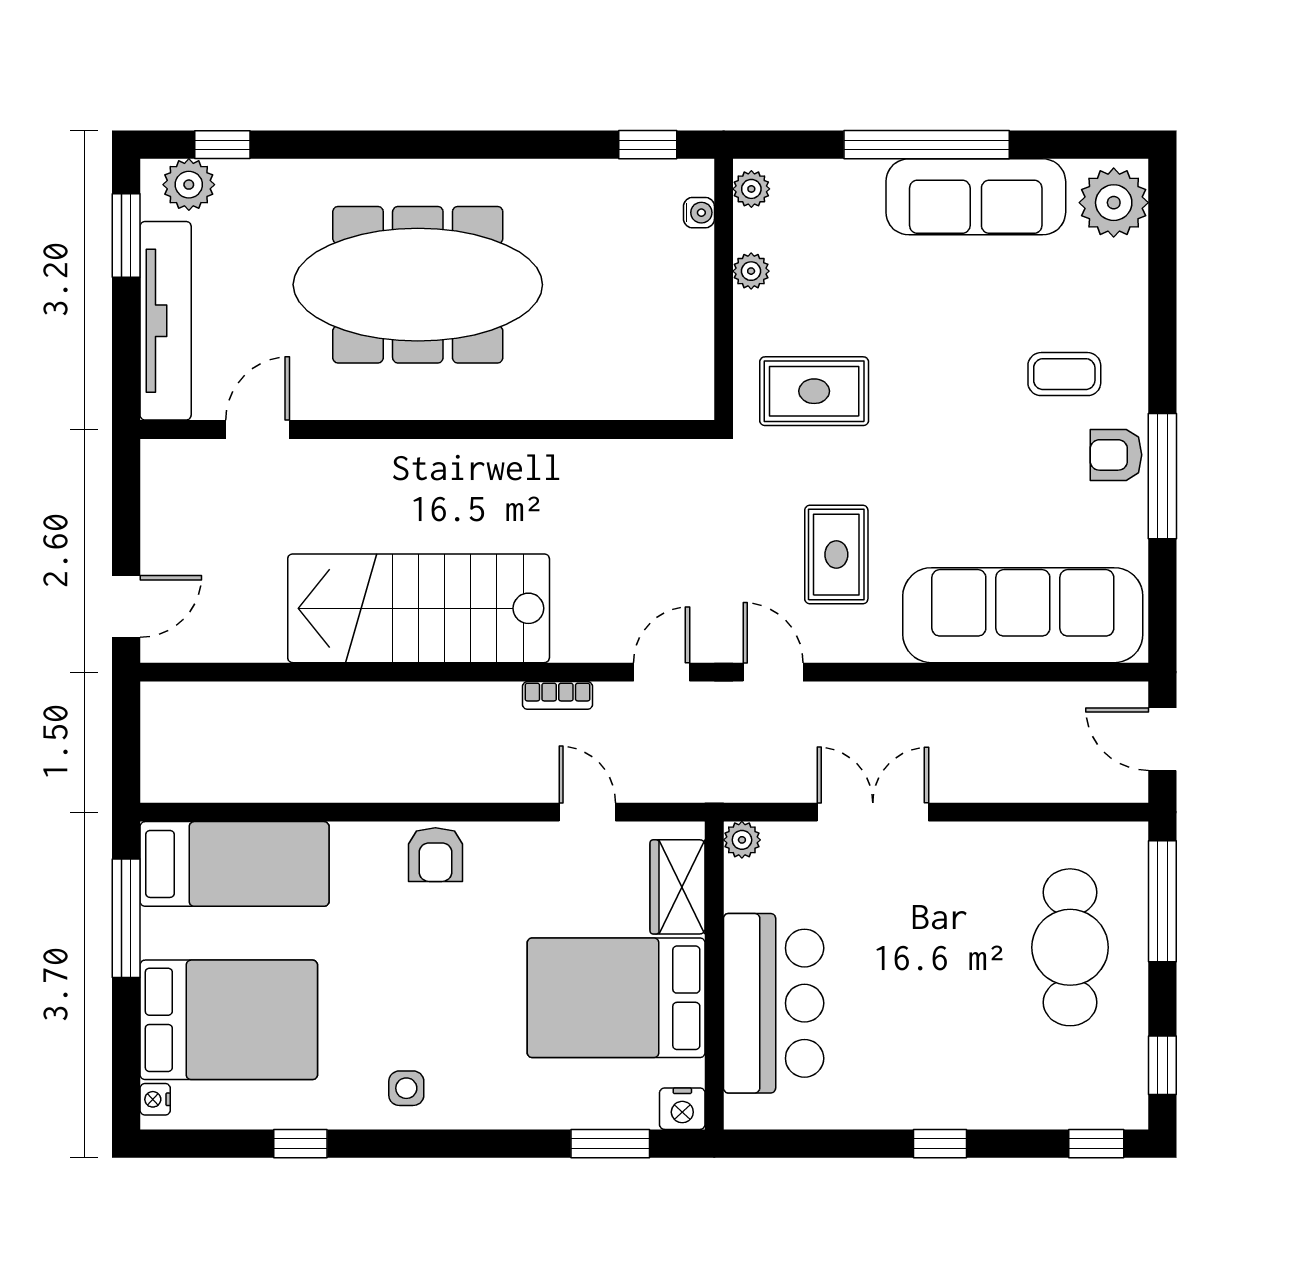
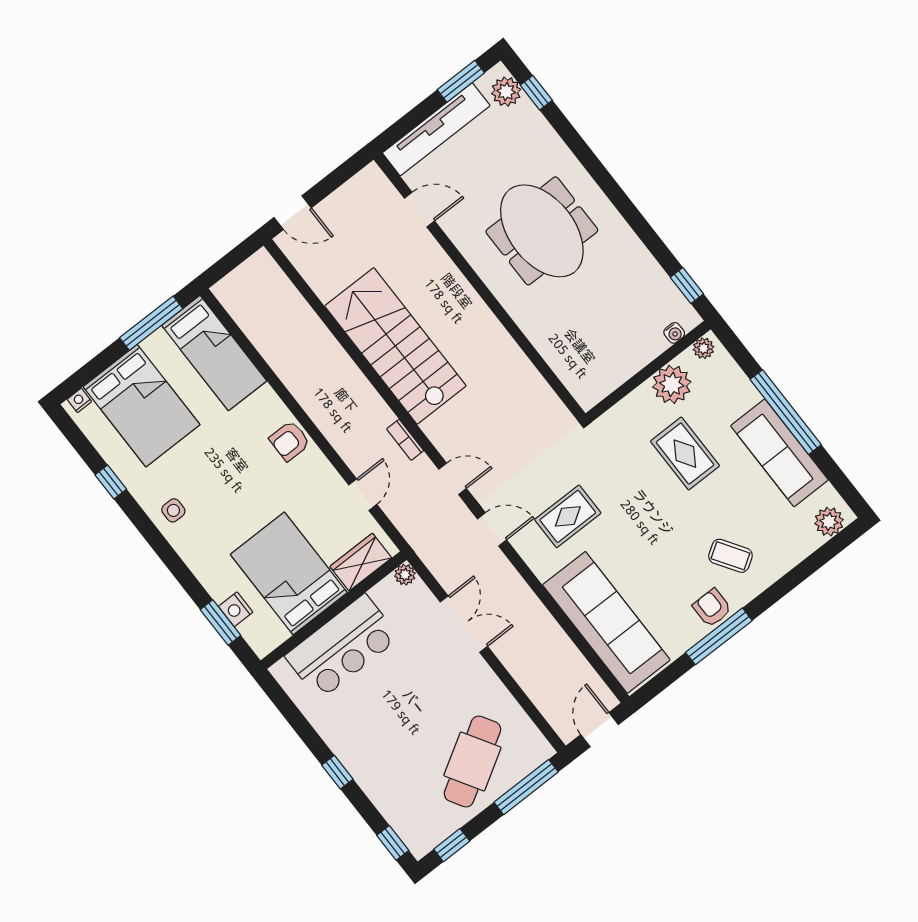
plant: (1114, 203) -> (829, 522), width x0.73, depth x0.73
plant: (751, 271) -> (672, 384), width x1.88, depth x1.88
meeting table: (418, 285) -> (542, 231), width x0.73
coffee table: (1064, 374) -> (730, 556), turned -33
rug: (814, 391) -> (685, 454), moved
door: (773, 672) -> (492, 529), hinge flipped
cafe table: (1070, 947) -> (472, 762), turned -31
nightstand: (682, 1109) -> (236, 609), moved

